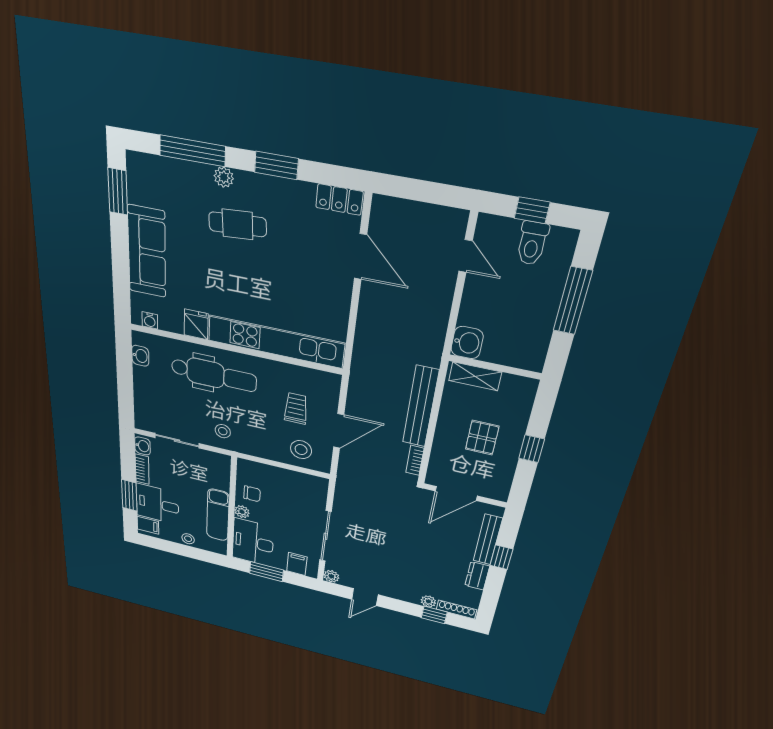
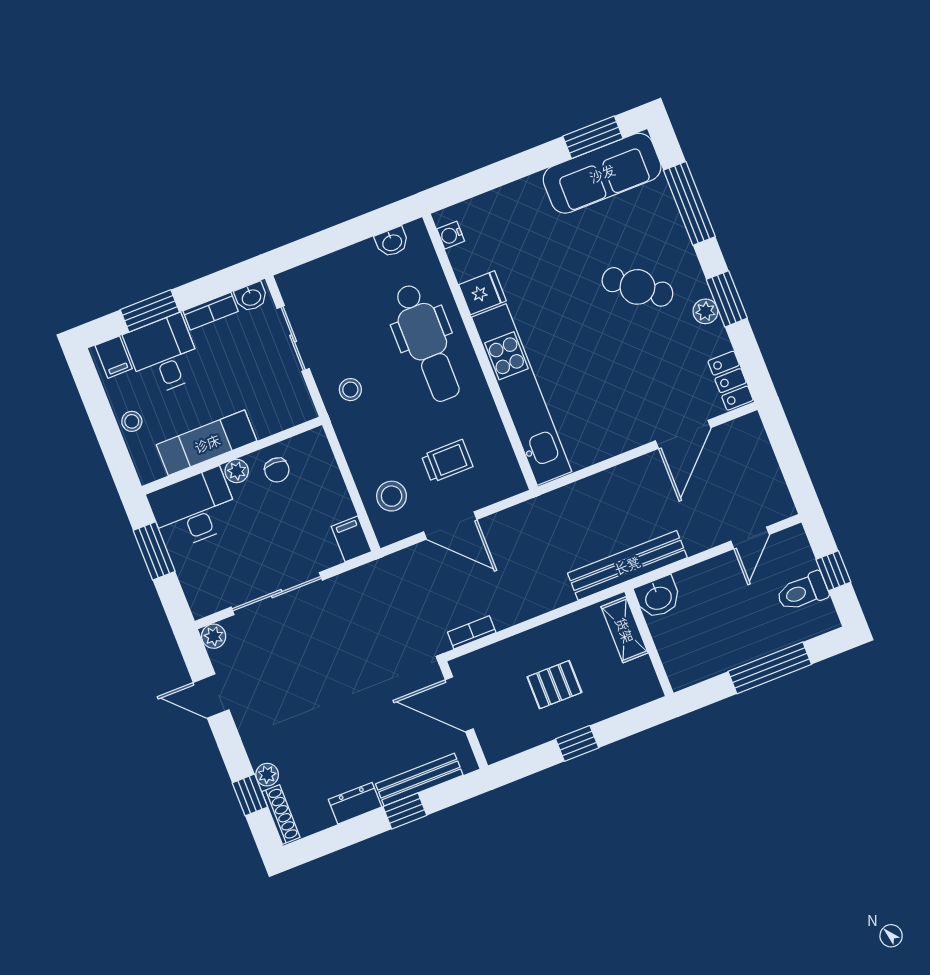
plant: (224, 177) -> (705, 311), moved
cafe table: (238, 224) -> (637, 287), turned -48
sofa: (147, 252) -> (602, 173), moved
bench: (421, 407) -> (627, 565), moved
filing cabinet: (297, 564) -> (351, 539), moved, turned -90

